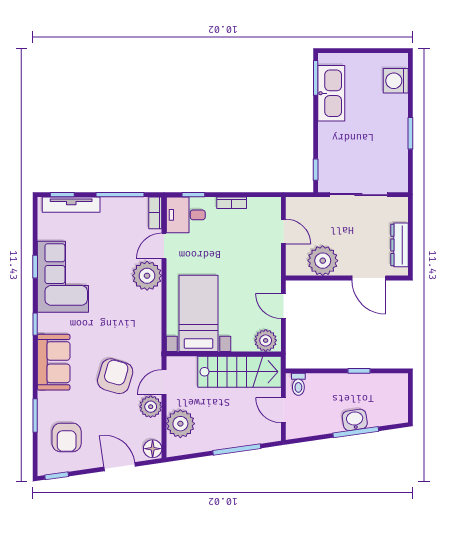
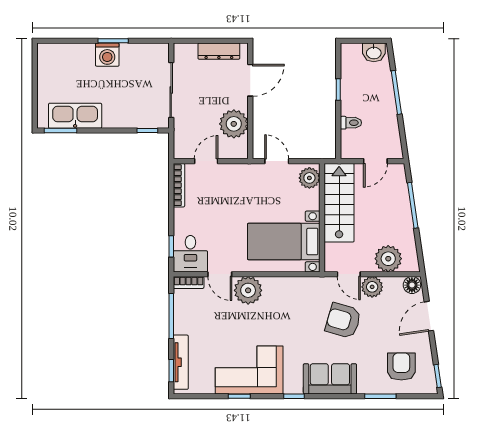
washing machine: (396, 81) -> (107, 55), moved
bookcase: (232, 203) -> (179, 185), moved, width x1.56
door: (283, 306) -> (277, 161), swing flipped
toilet: (298, 384) -> (351, 123), moved
washbasin: (355, 420) -> (374, 52), moved, turned -82
armchair: (67, 437) -> (401, 367), turned -90

